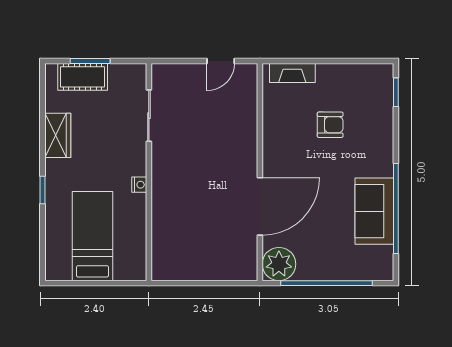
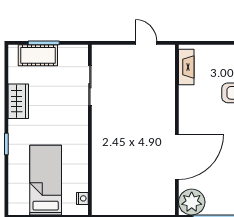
door: (221, 61) -> (146, 43), swing flipped
fireplace: (292, 73) -> (186, 67), moved, turned -90
nightstand: (139, 185) -> (82, 198), moved

